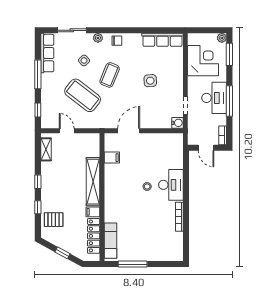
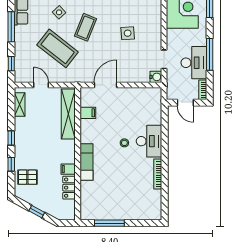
desk: (214, 98) -> (194, 63), moved
shelving: (93, 182) -> (68, 114), moved
locker: (94, 236) -> (69, 188), width x0.66
exam couch: (110, 241) -> (86, 162), moved

